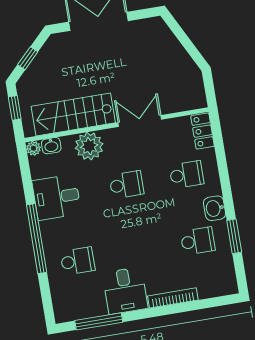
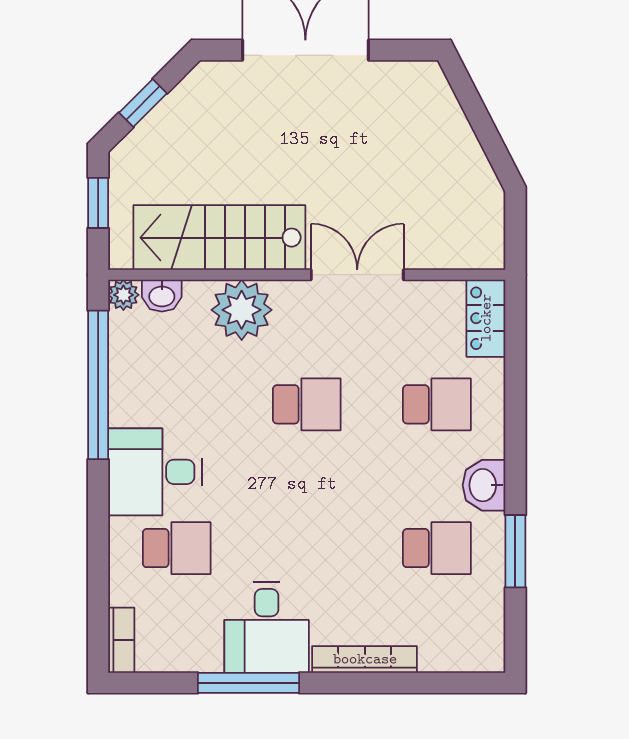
desk: (57, 197) -> (155, 472), moved
window: (37, 239) -> (98, 385), moved
bookcase: (59, 308) -> (121, 640), added
window: (99, 321) -> (248, 683), moved

